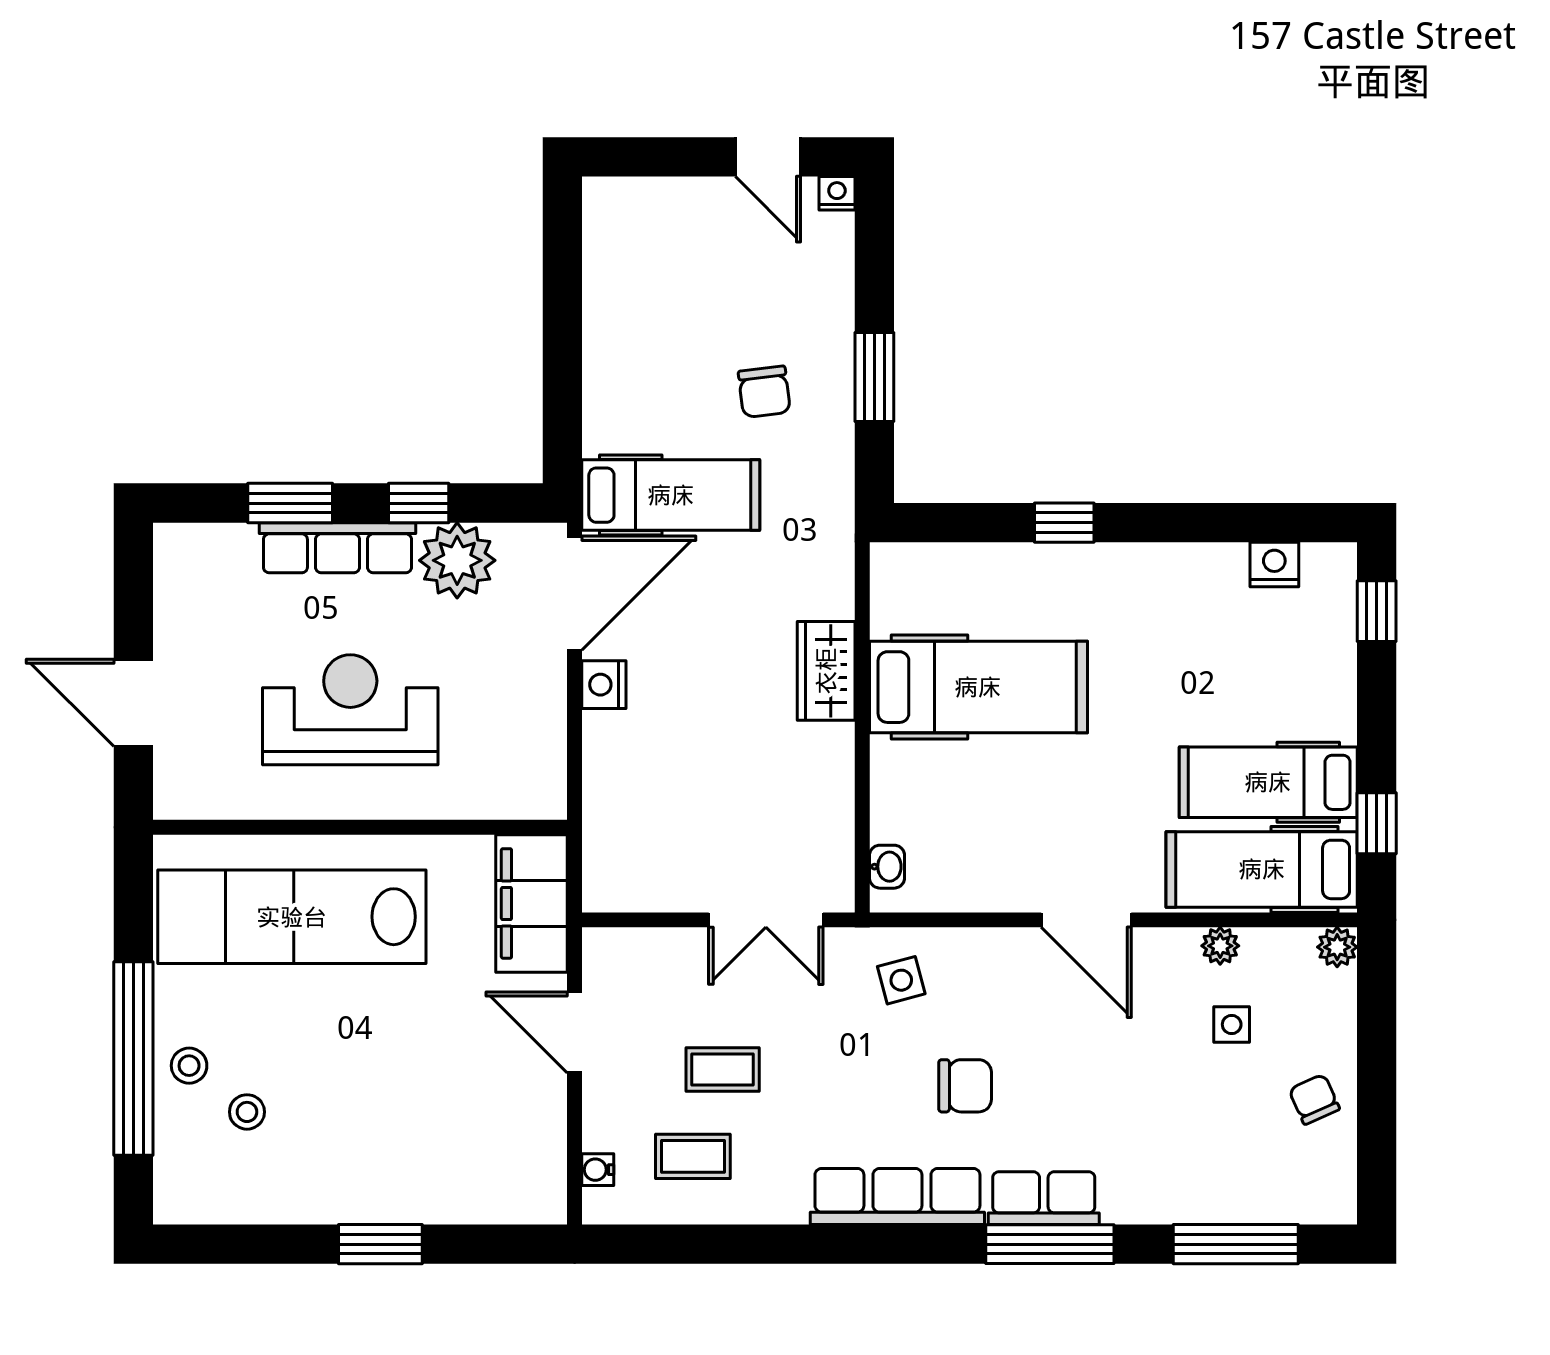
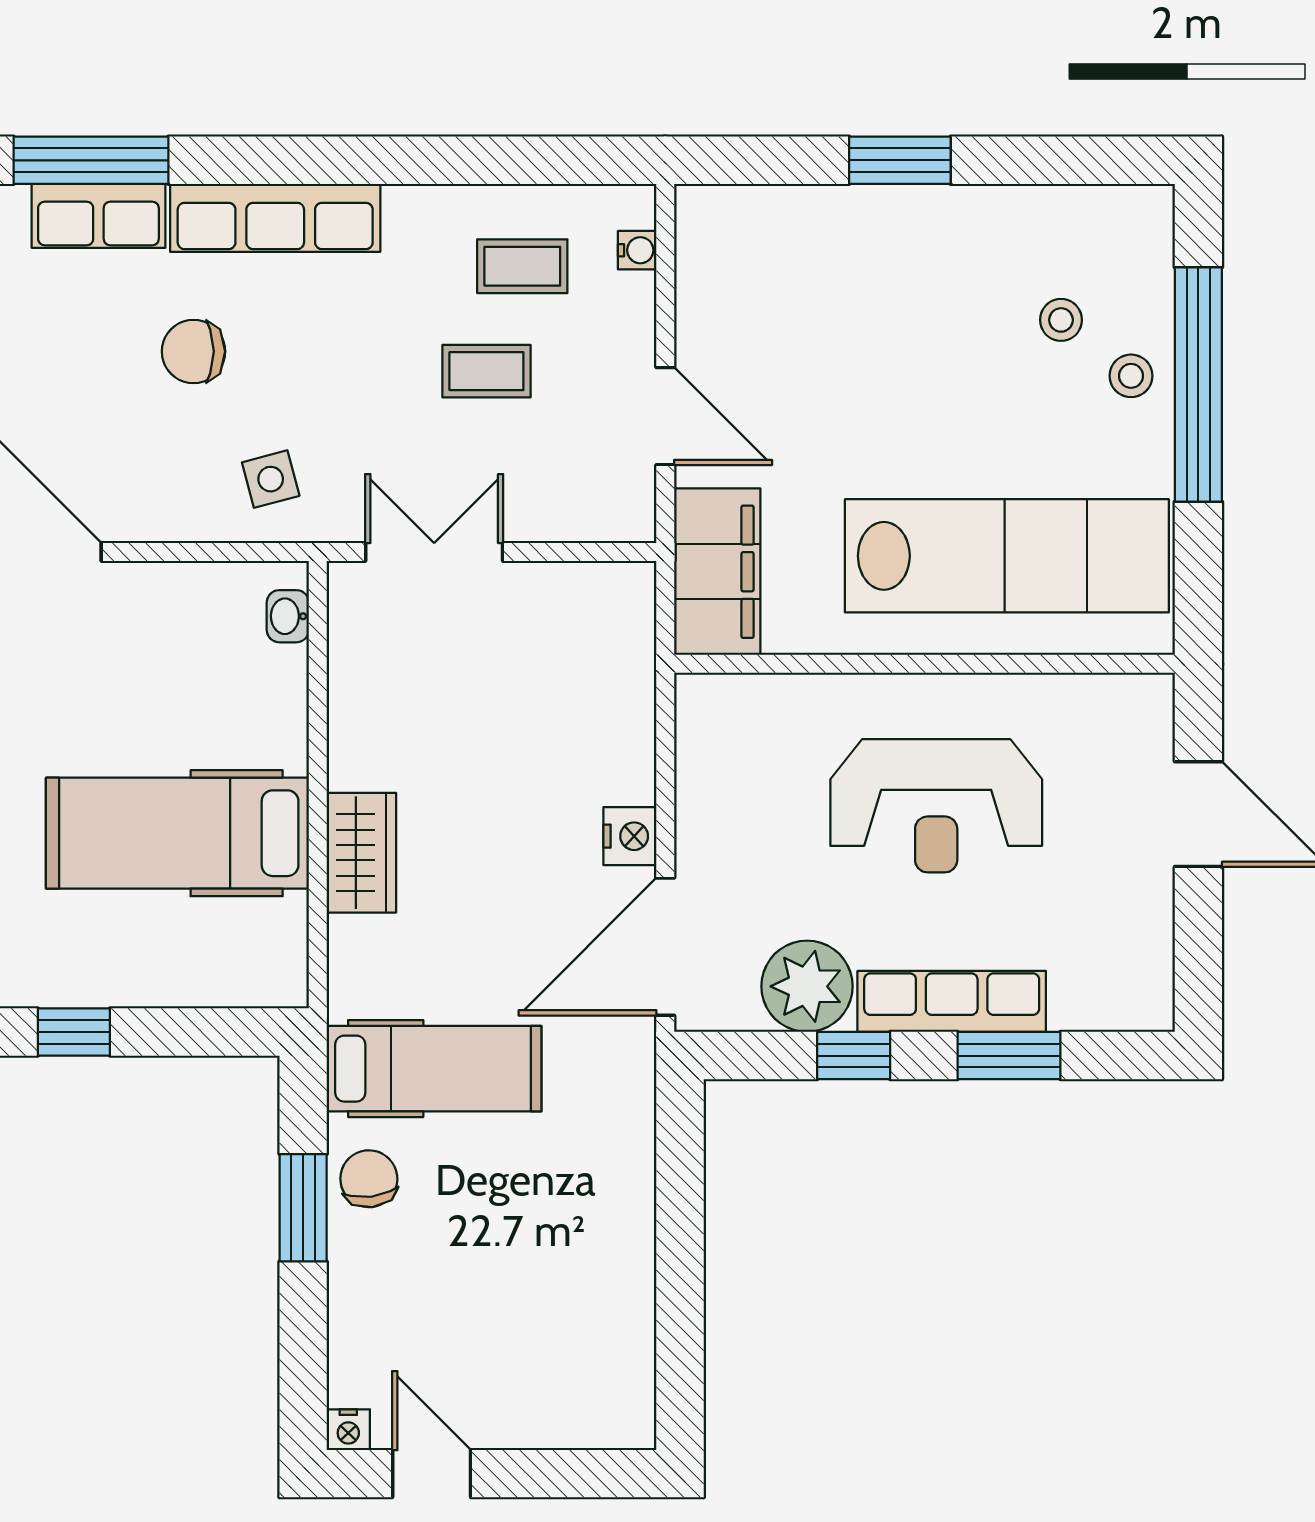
chair: (764, 392) -> (369, 1179), moved
hospital bed: (671, 495) -> (434, 1069), moved, turned 180

